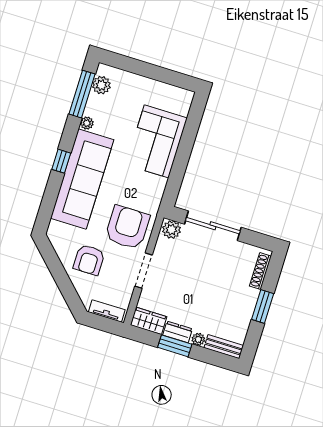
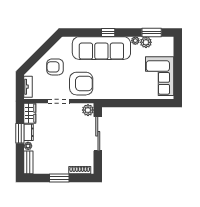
plant: (101, 85) -> (146, 42), moved
window: (82, 94) -> (152, 32), width x0.69
corner sofa: (157, 141) -> (160, 76), moved, turned -90

